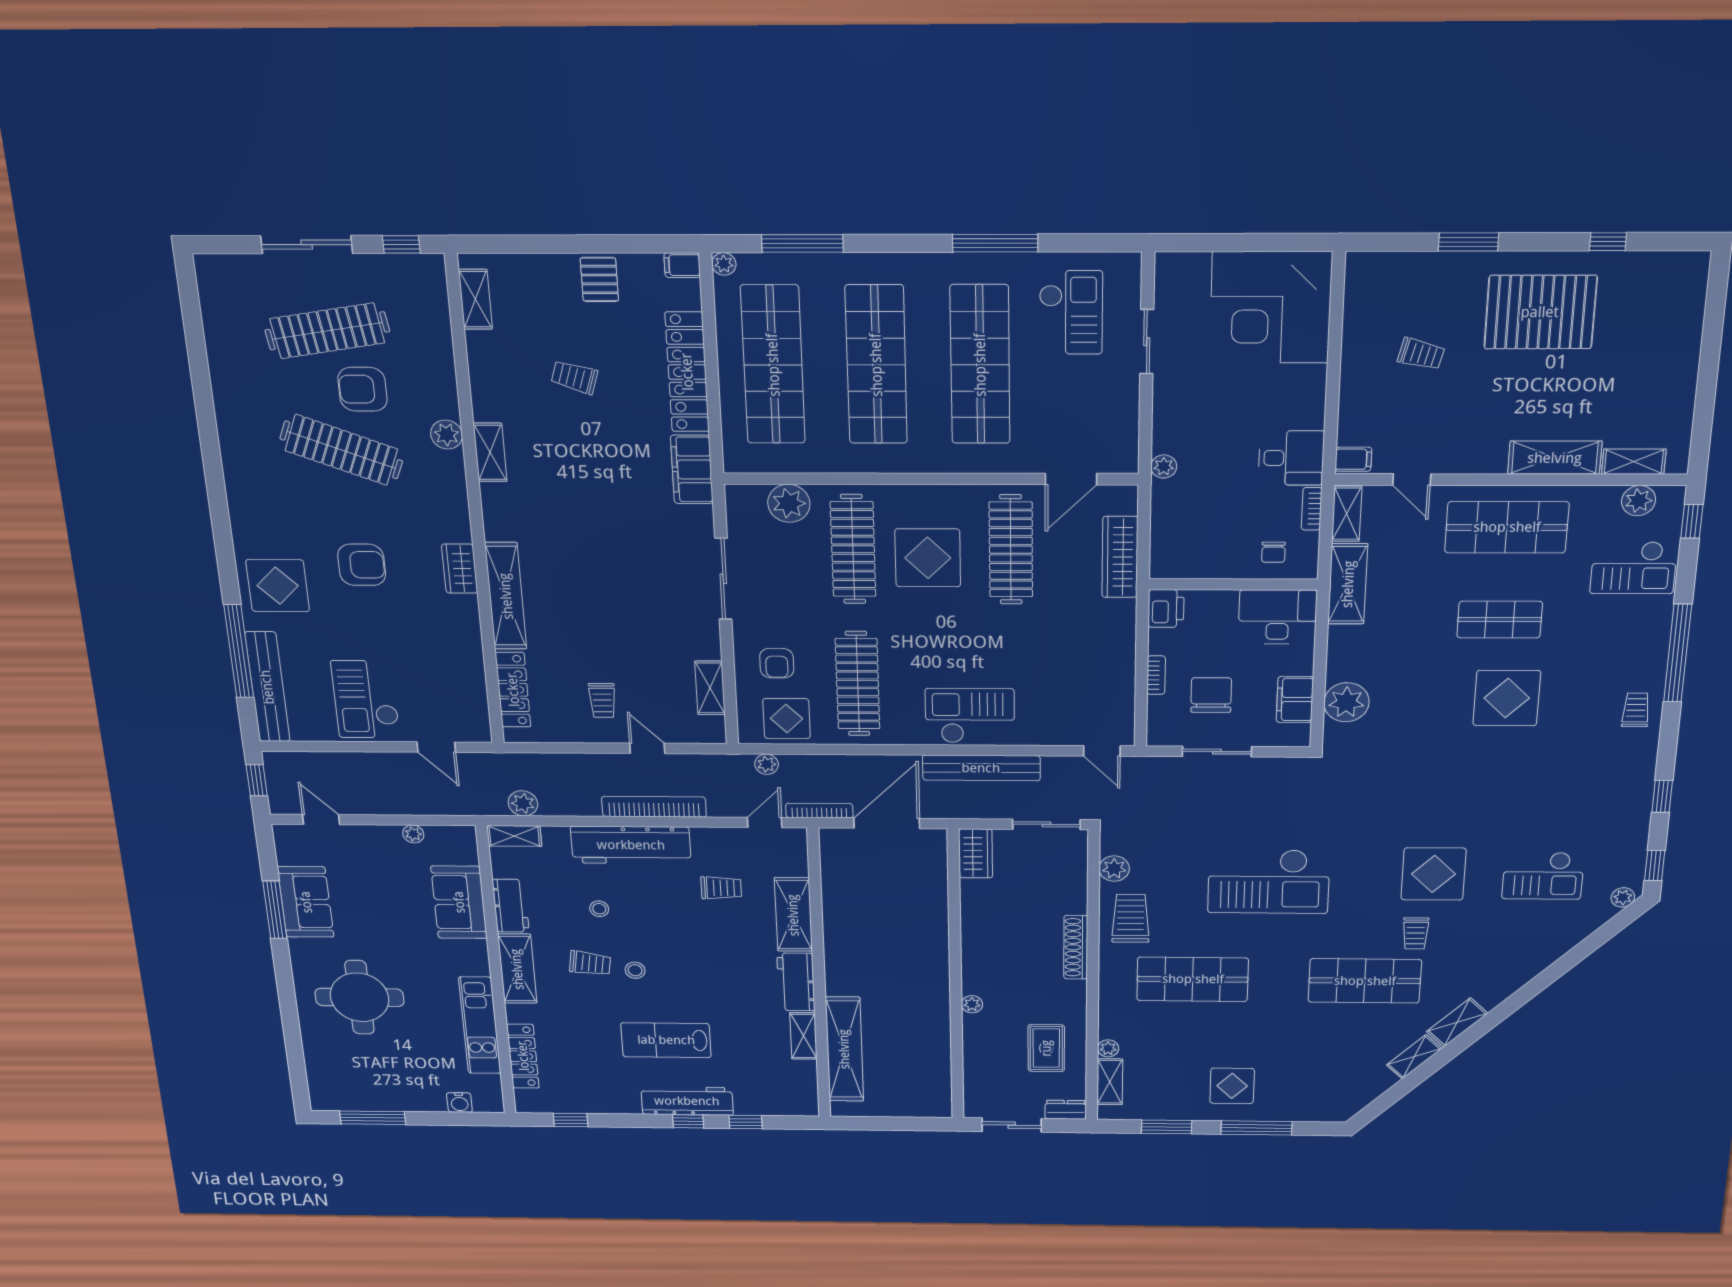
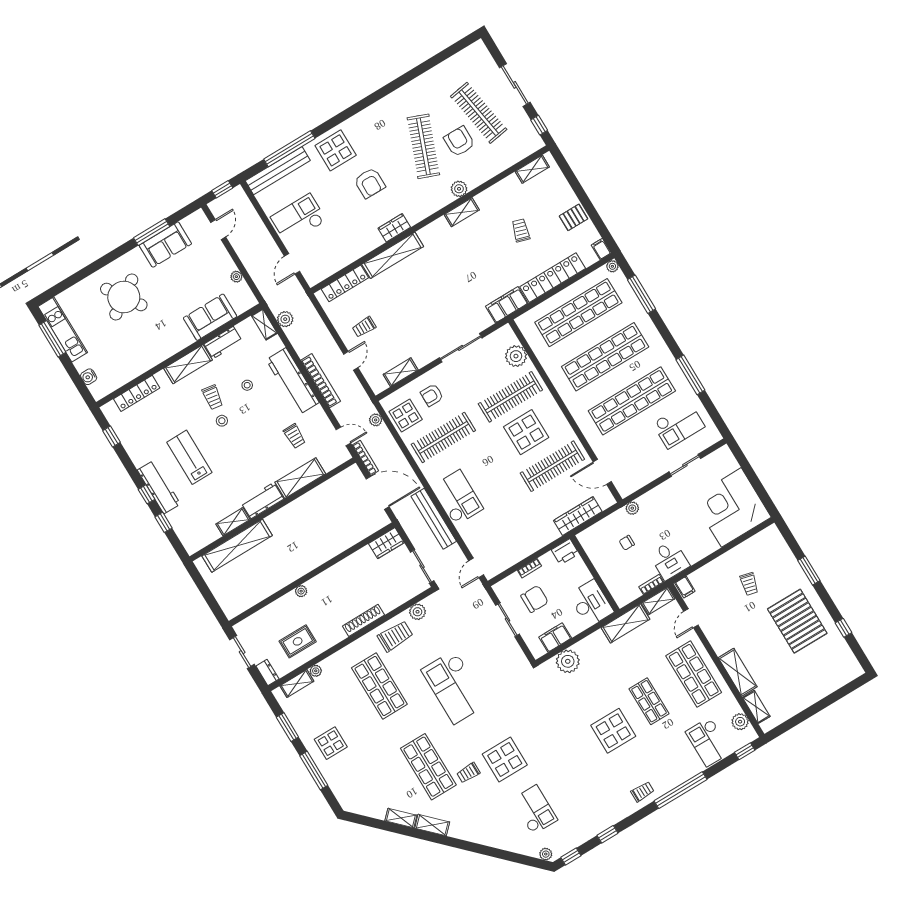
chair: (1273, 552) -> (627, 543), moved
checkout: (1543, 876) -> (535, 810), turned 180
round table: (360, 997) -> (124, 297), turned -34
kitchen unit: (480, 1025) -> (63, 329), moved, turned 90

